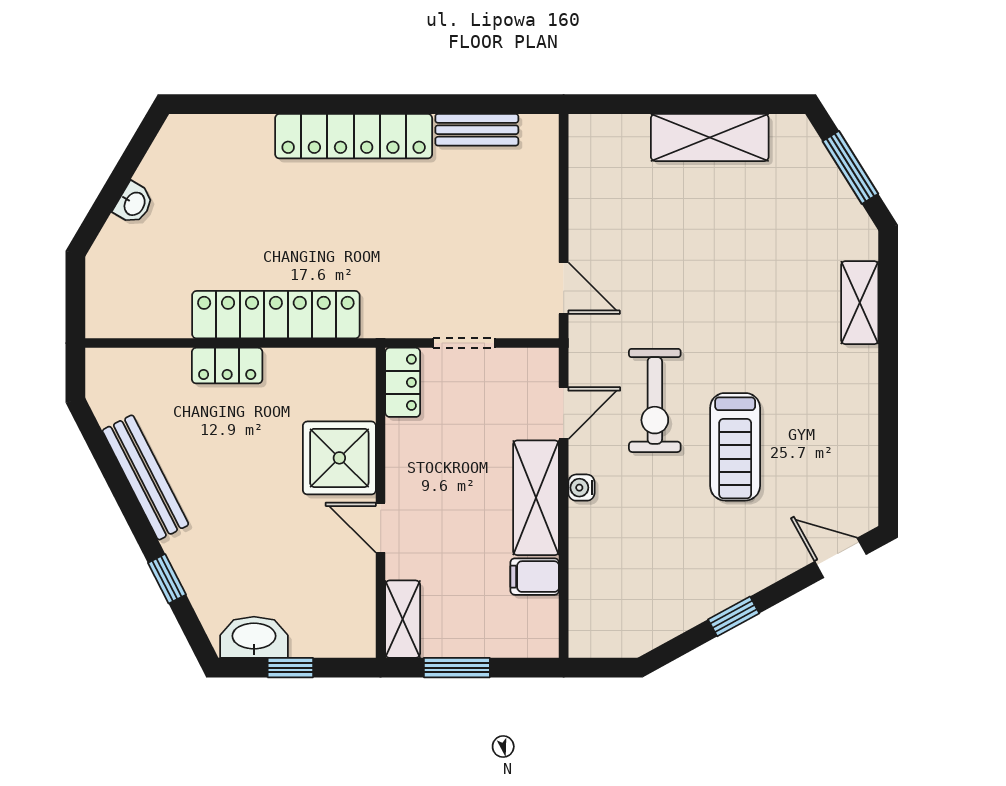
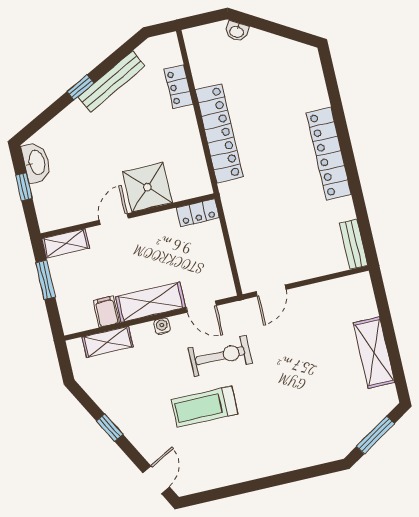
bench: (477, 130) -> (353, 244), moved
washbasin: (134, 203) -> (237, 31), moved
shelving: (860, 303) -> (108, 342), moved
doorway: (464, 343) -> (228, 242), removed
locker: (227, 366) -> (178, 87), moved
exercise bike: (655, 400) -> (220, 356), turned 180
window: (167, 579) -> (80, 87), moved

